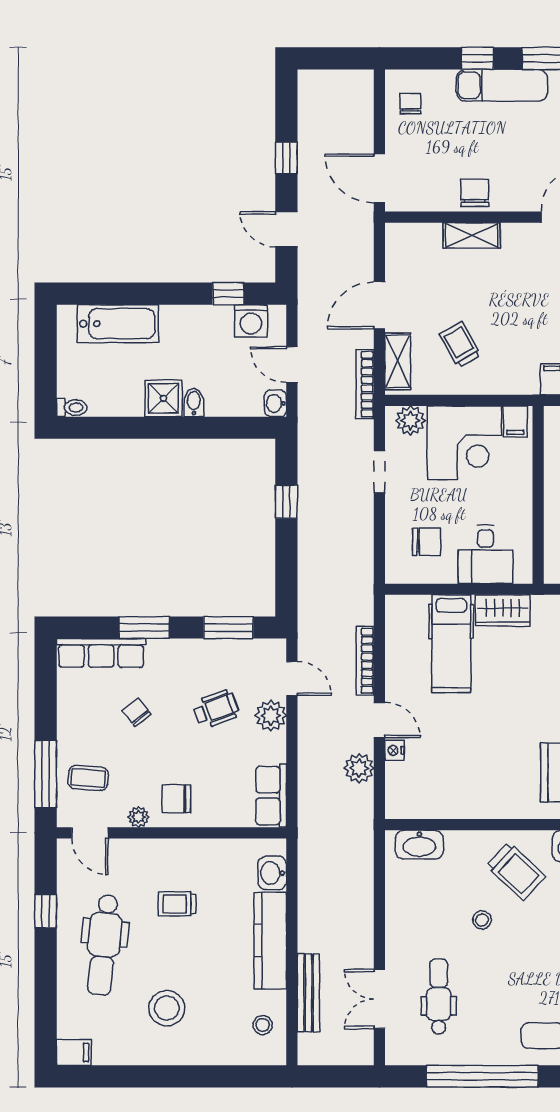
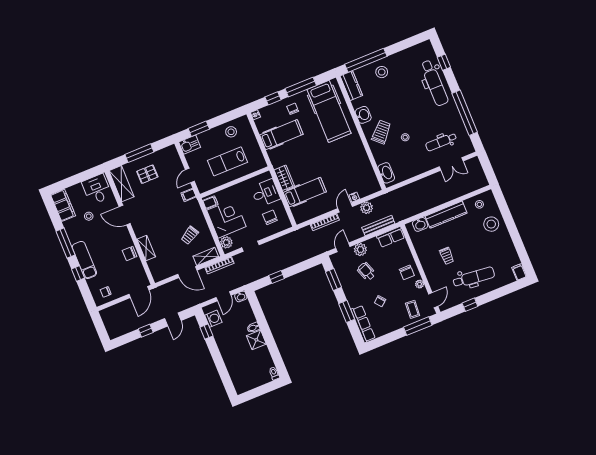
bathtub: (118, 324) -> (235, 369), removed
bench: (308, 993) -> (378, 225), moved
stool: (167, 1008) -> (491, 224), moved

